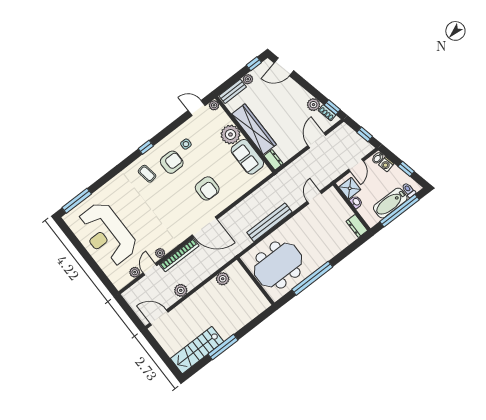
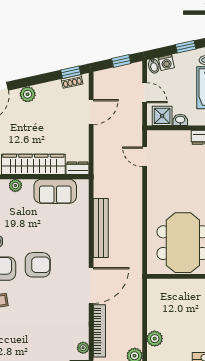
plant: (313, 105) -> (28, 94), moved
plant: (230, 134) -> (15, 185), width x0.53, depth x0.53
door: (317, 140) -> (91, 112), swing flipped
armchair: (207, 188) -> (38, 265), moved
bench: (269, 222) -> (101, 228), moved
plant: (223, 279) -> (155, 339), moved

